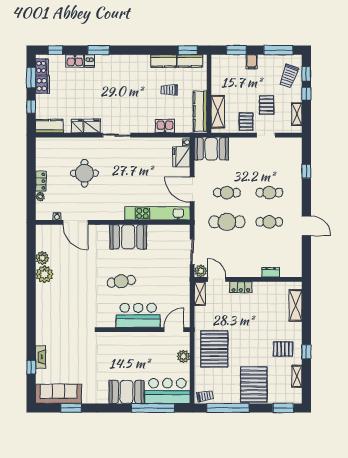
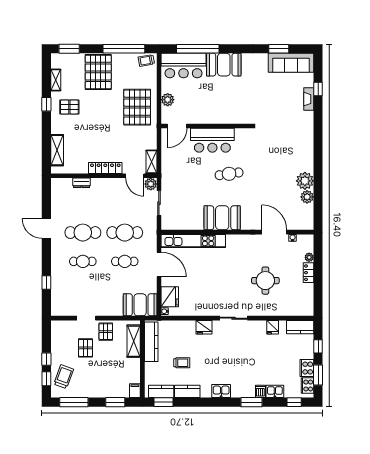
filing cabinet: (252, 62) -> (135, 391), moved
shelving: (297, 114) -> (56, 339), removed
fridge: (92, 126) -> (204, 327), moved
kitchen sink: (165, 126) -> (221, 391), moved, turned 180
cafe table: (269, 222) -> (83, 233), width x1.37, depth x1.35
locker: (241, 287) -> (105, 168), width x1.53

